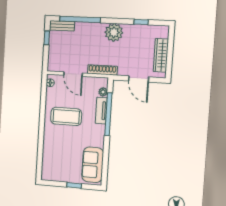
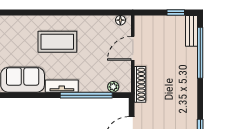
plant: (114, 32) -> (186, 95), removed
tv unit: (101, 111) -> (62, 86), moved
coffee table: (66, 116) -> (57, 42), moved, turned 90

